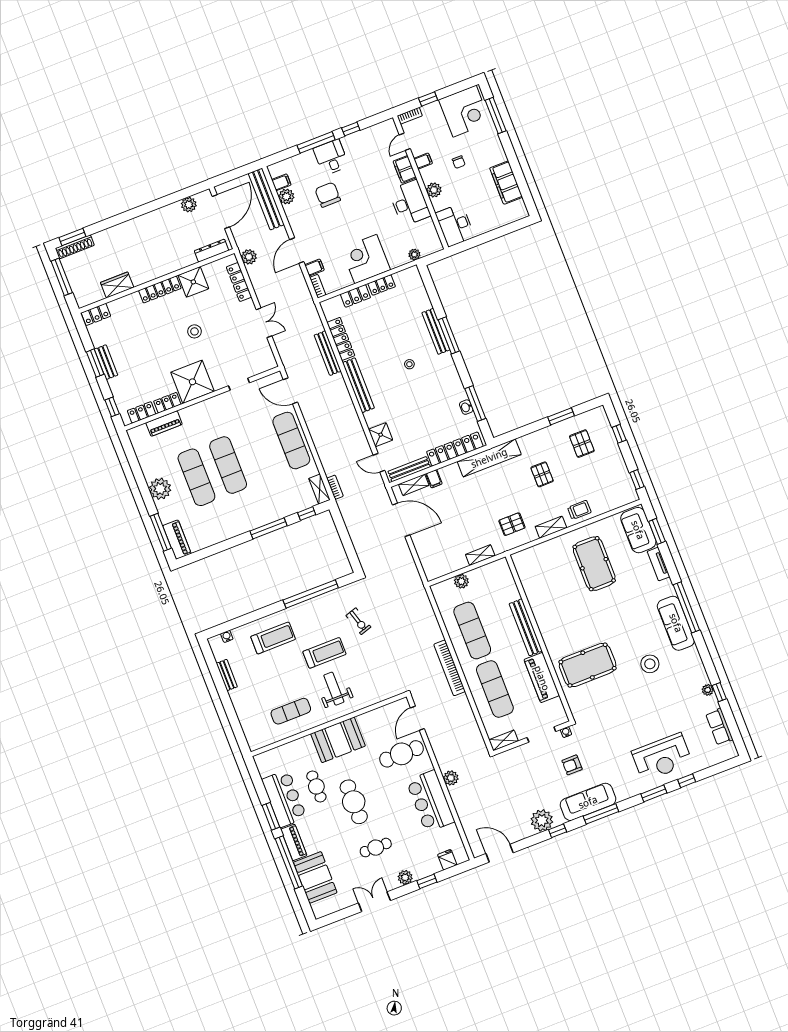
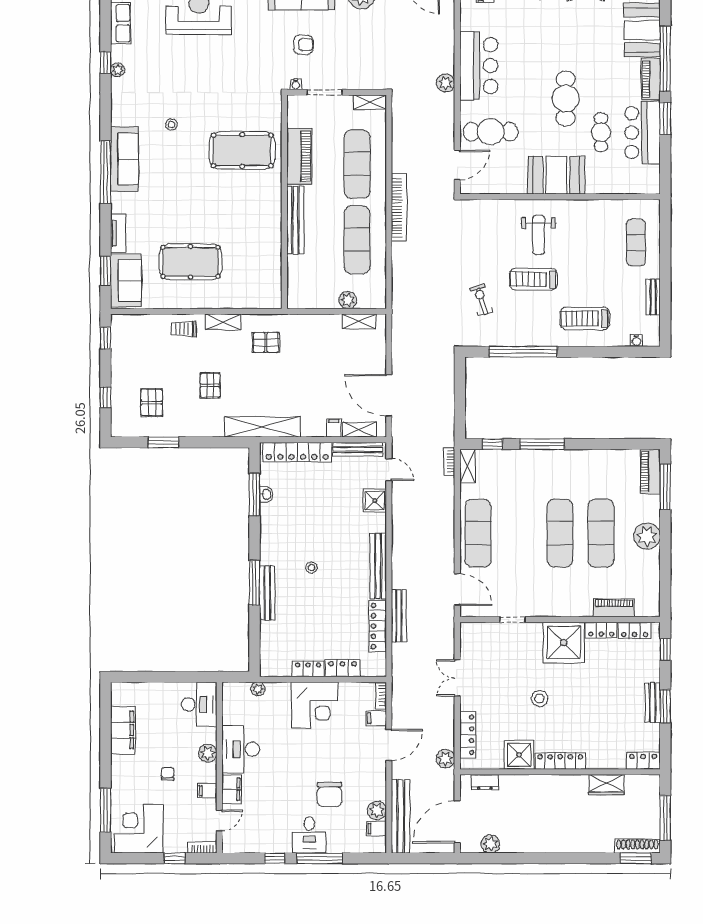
dresser: (212, 251) -> (485, 782), width x0.70
shelving: (480, 555) -> (359, 321), moved
pool table: (594, 564) -> (190, 262), turned 90
stool: (650, 664) -> (171, 125), width x0.53, depth x0.53
exercise mat: (291, 711) -> (636, 242), moved, turned 90
cafe table: (376, 848) -> (561, 37), removed

